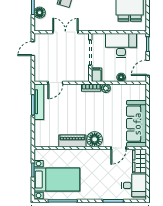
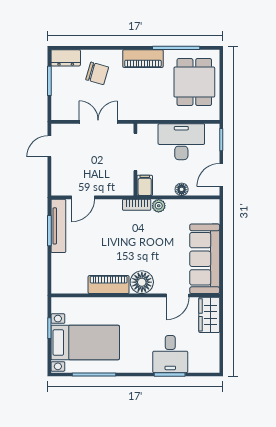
floor lamp: (40, 13) -> (59, 92), removed
desk: (134, 185) -> (170, 354), moved, turned 90

